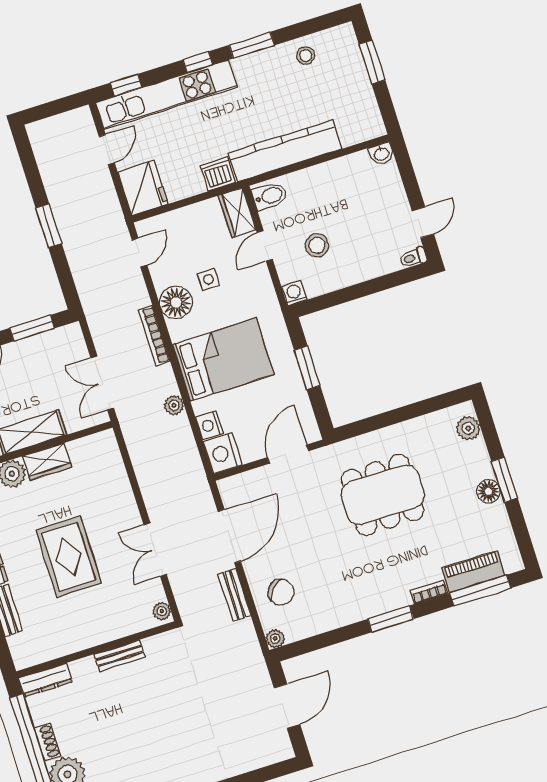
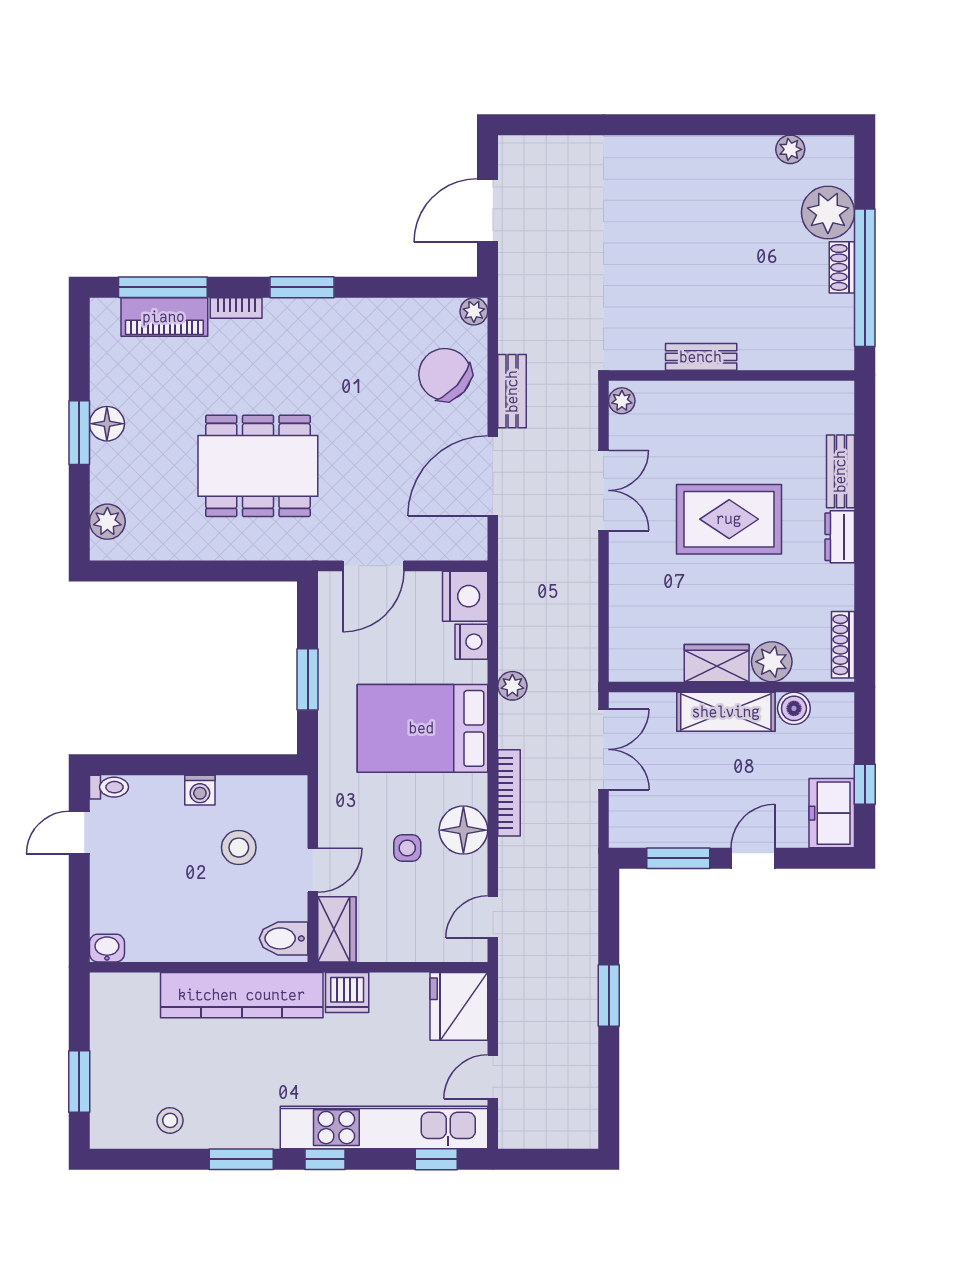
washing machine: (294, 293) -> (200, 790), moved
rug: (69, 557) -> (729, 519), turned 90
chair: (281, 592) -> (445, 374), width x1.37, depth x1.37
dresser: (46, 680) -> (817, 356), removed

